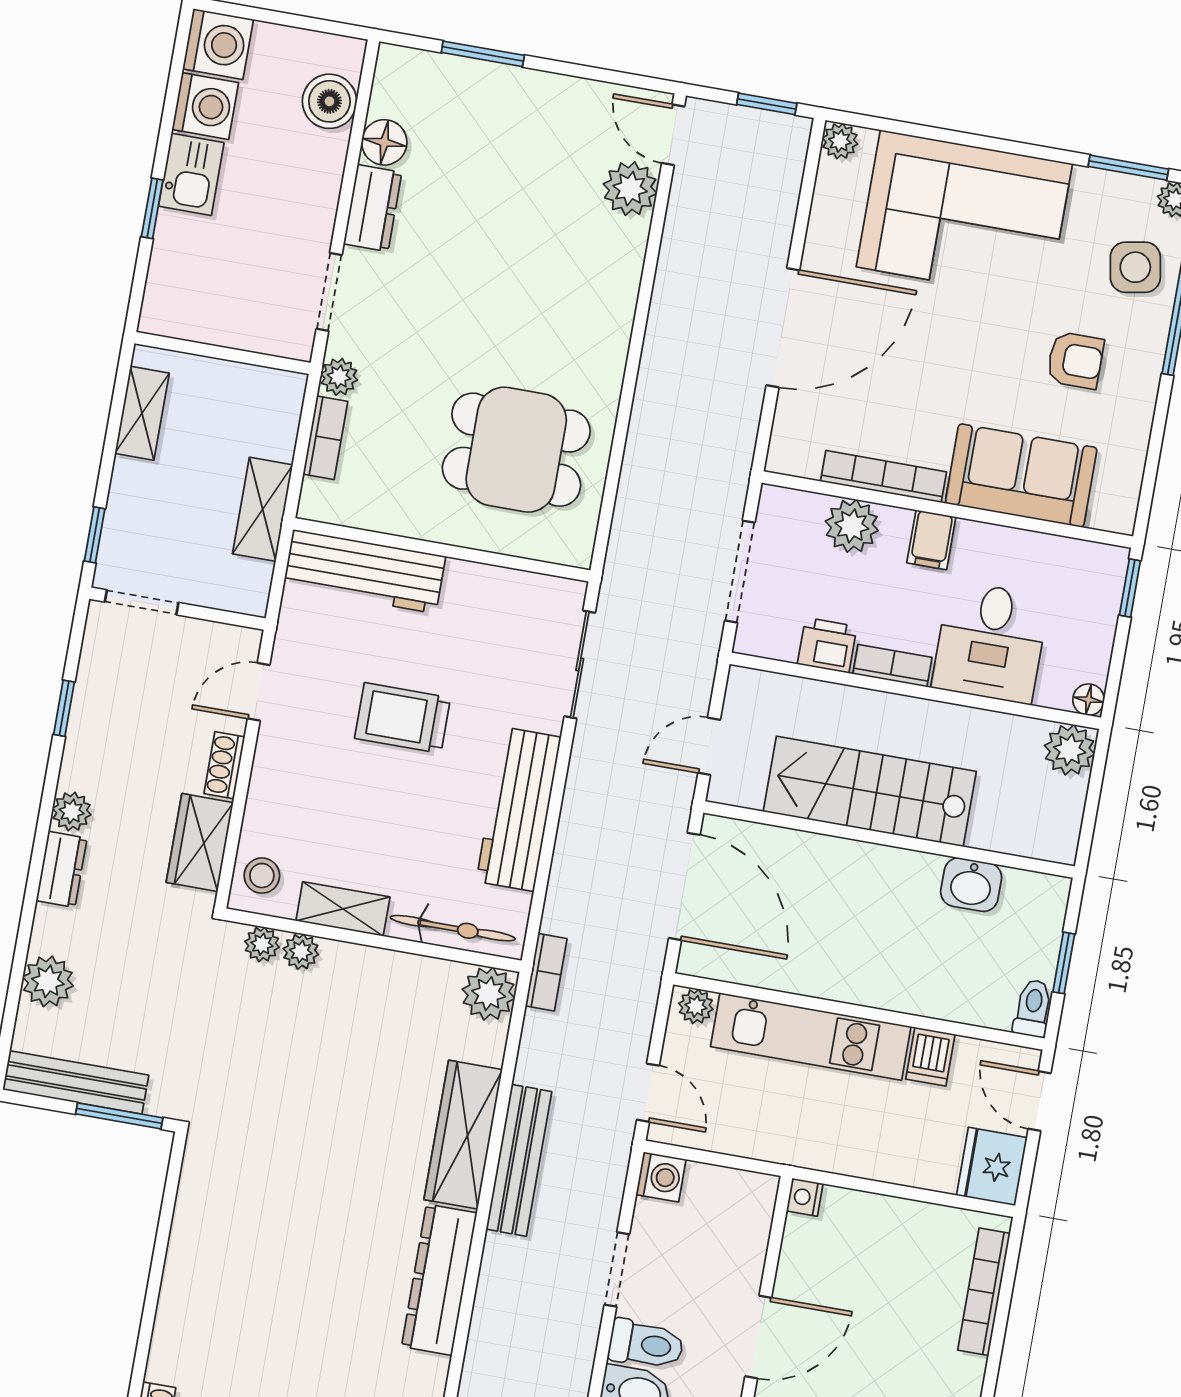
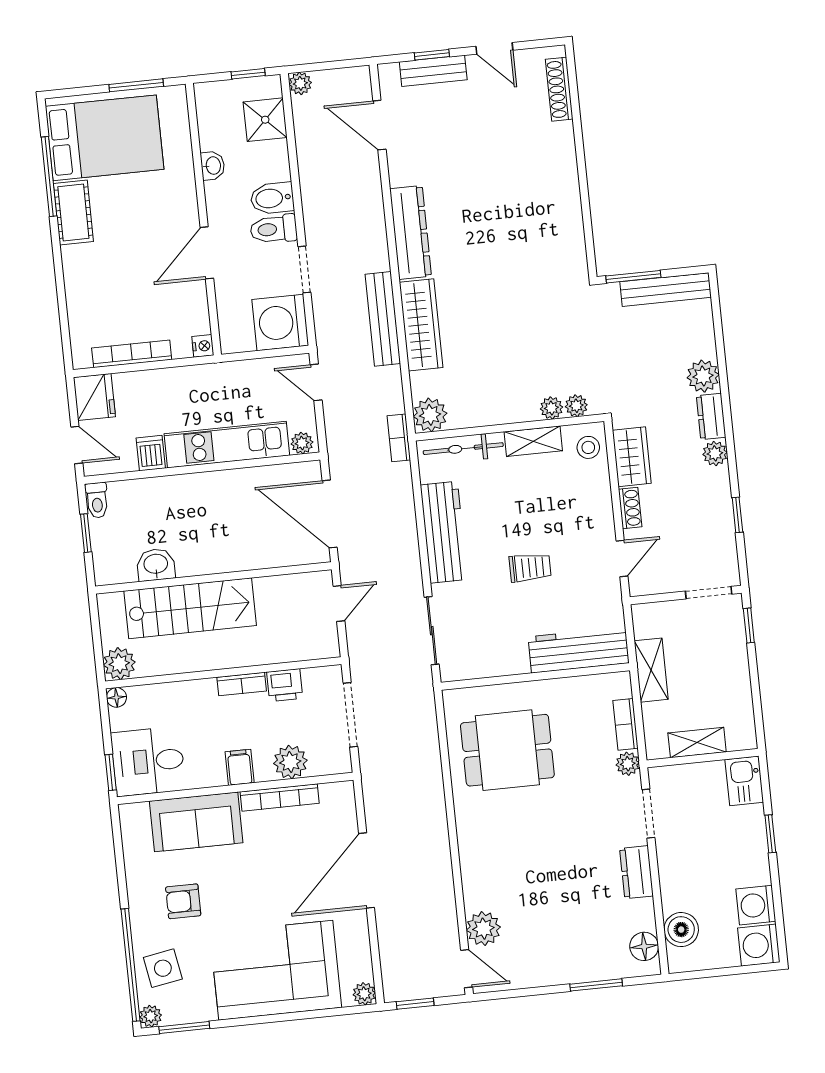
floor lamp: (384, 142) -> (644, 946), moved
kitchen sink: (191, 174) -> (744, 781), moved
shelving: (142, 413) -> (697, 742), moved, turned 90
desk: (990, 642) -> (148, 761), moved, turned -90
trolley: (403, 718) -> (530, 568), width x0.73, depth x0.72
stairs: (870, 791) -> (190, 608), moved
plant: (48, 981) -> (703, 376), moved
washing machine: (661, 1177) -> (280, 323), width x1.89, depth x1.89
bookcase: (984, 1292) -> (132, 354), moved, turned -90

